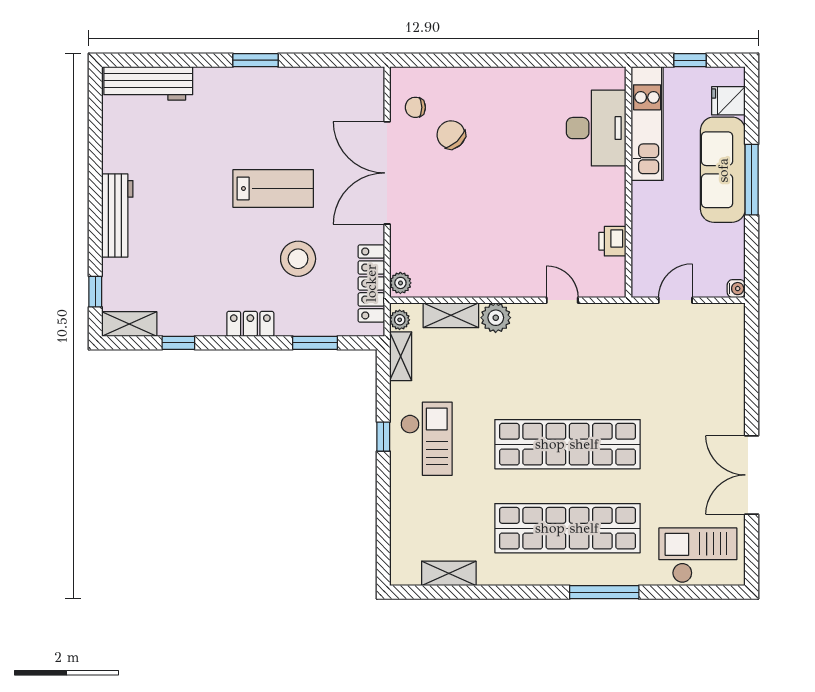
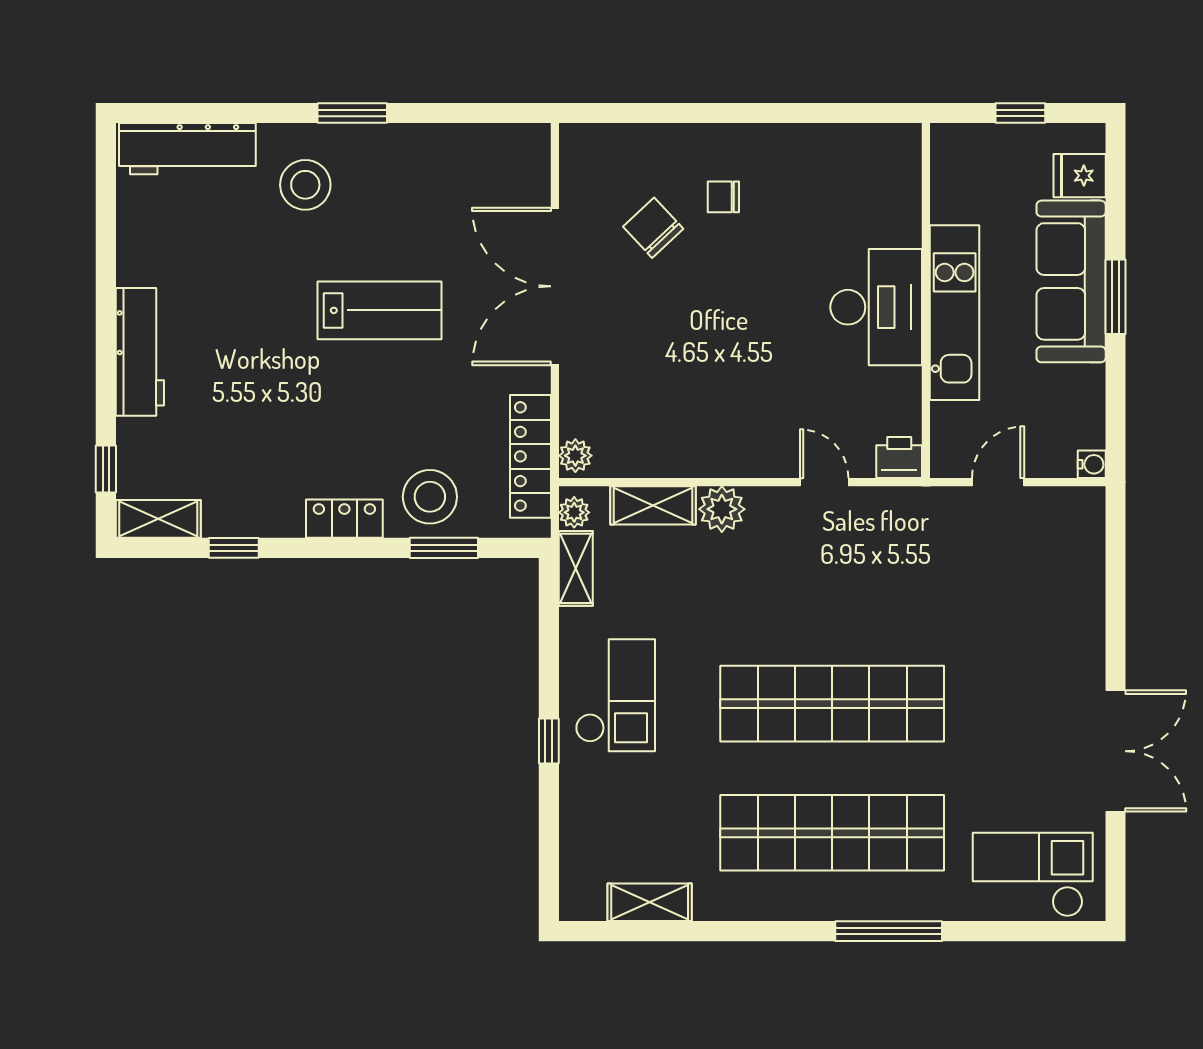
stool: (225, 107) -> (305, 185), added
chair: (415, 107) -> (723, 197), moved
kitchen unit: (647, 124) -> (955, 313), moved
desk: (596, 128) -> (876, 307), moved
window: (752, 180) -> (1115, 297), width x0.69
printer: (612, 241) -> (899, 457), moved, turned 90
stool: (298, 259) -> (430, 497), moved
window: (383, 437) -> (549, 741), moved
double door: (752, 475) -> (1115, 751), swing flipped

